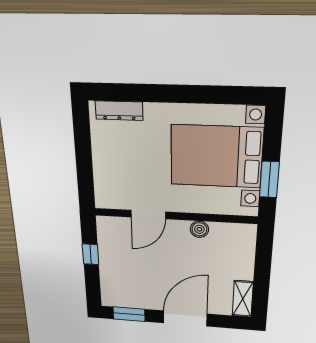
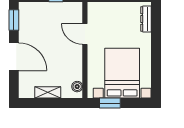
boiler: (199, 229) -> (77, 87), moved
shelving: (243, 299) -> (48, 92), moved

